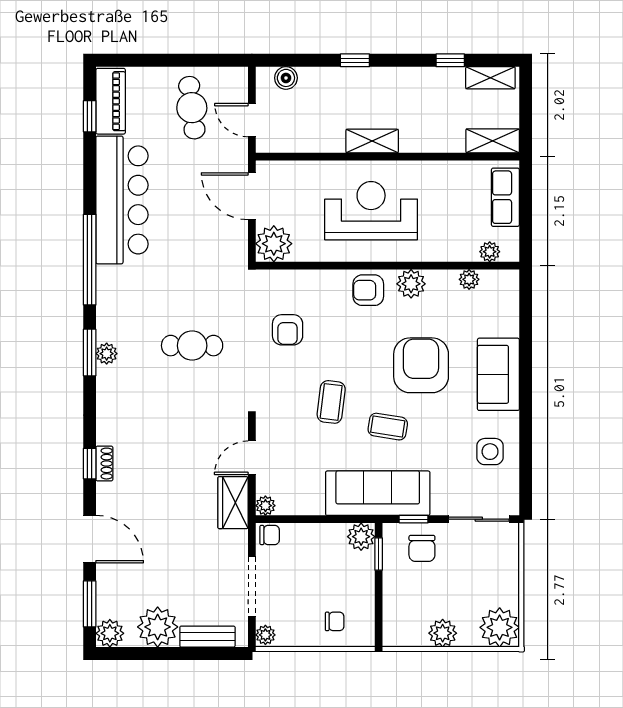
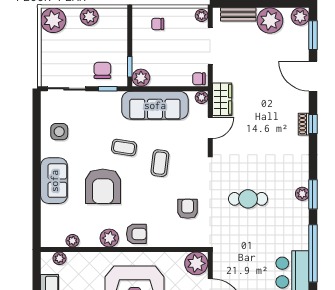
sofa: (378, 493) -> (155, 105), moved

